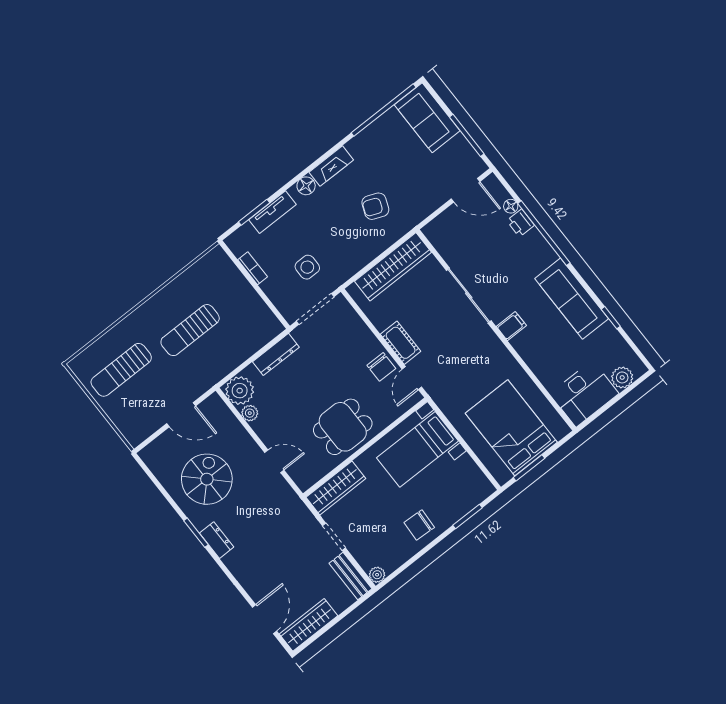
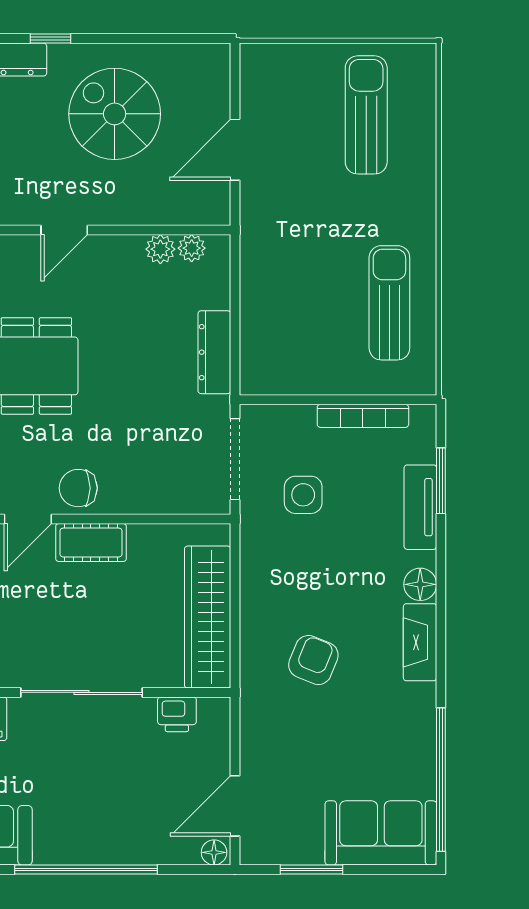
window: (467, 135) -> (311, 869), width x0.69
floor lamp: (511, 206) -> (214, 852), moved
printer: (521, 223) -> (177, 714), moved, turned 180
bookcase: (253, 268) -> (363, 416), width x1.56
sun lounger: (190, 330) -> (389, 303), moved
door: (412, 378) -> (28, 519), swing flipped
plant: (240, 391) -> (192, 248), width x0.53, depth x0.53
spiral stairs: (207, 479) -> (115, 114), turned 180
window: (196, 533) -> (50, 39), width x0.67

